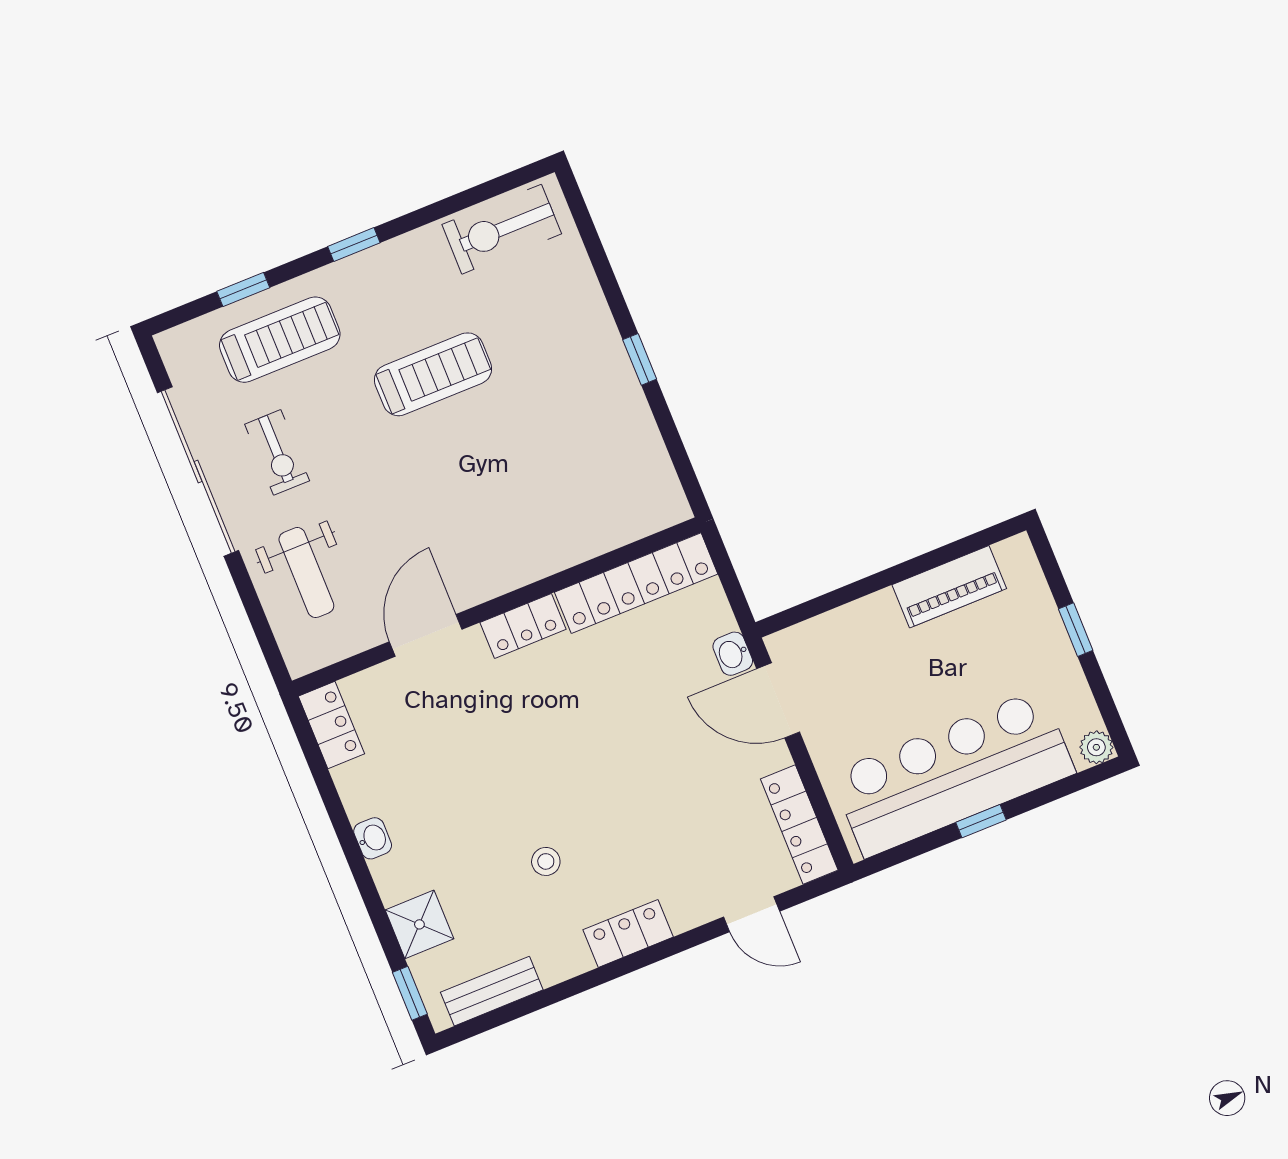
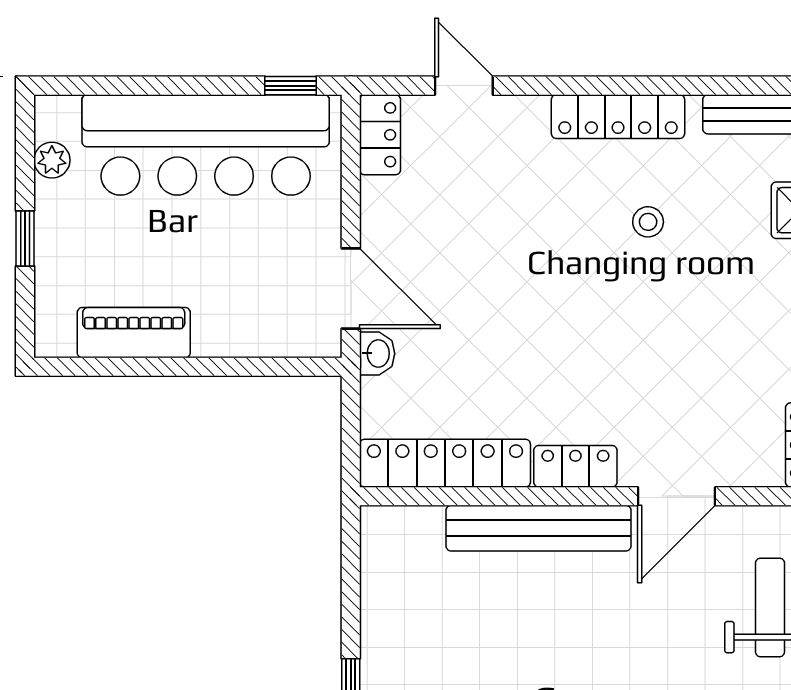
bench: (533, 560) -> (538, 528), added
plant: (1096, 747) -> (52, 160), moved
window: (981, 821) -> (290, 86), moved
locker: (799, 825) -> (380, 135), width x0.66
locker: (628, 933) -> (618, 117), width x1.53

